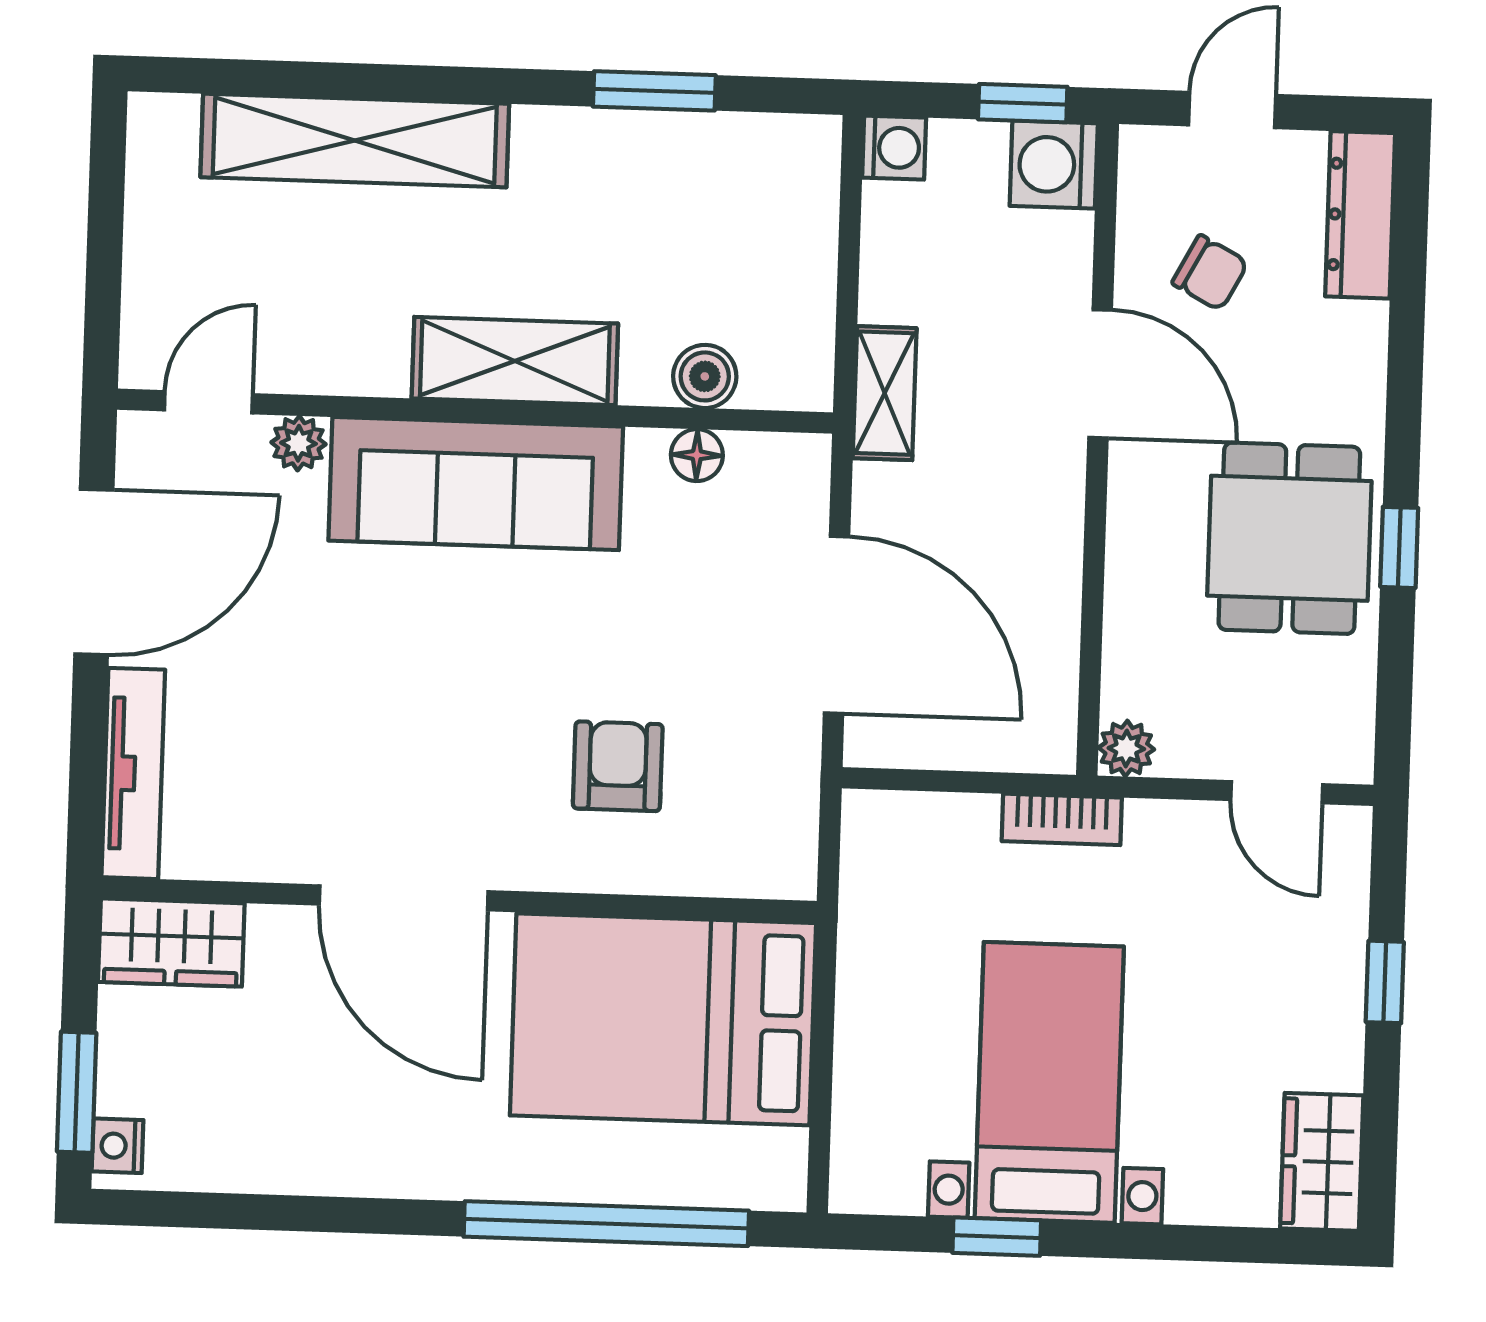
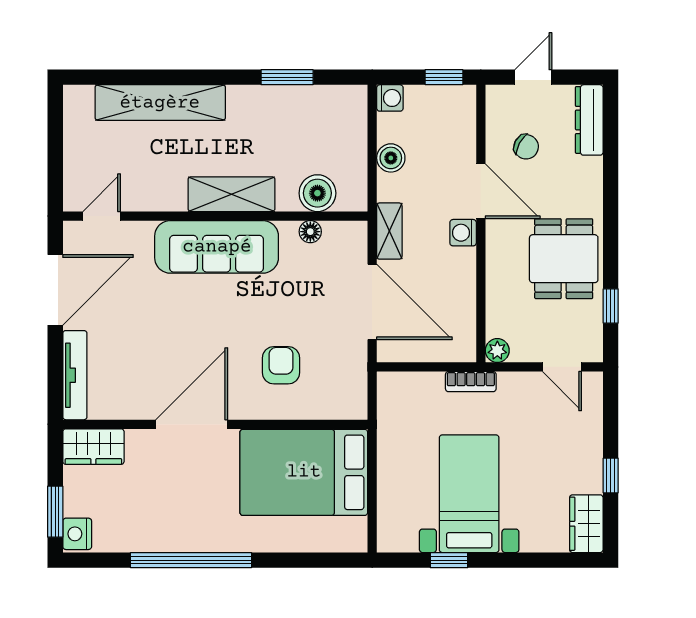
washing machine: (1054, 165) -> (463, 233), moved, width x0.73, depth x0.73
boiler: (892, 288) -> (391, 158), added
boiler: (705, 376) -> (317, 193), width x1.36, depth x1.36
shelving: (885, 393) -> (389, 231), moved
plant: (298, 443) -> (141, 232), removed
window: (1399, 547) -> (611, 306), moved
door: (404, 898) -> (192, 424), swing flipped
window: (1385, 982) -> (611, 476), moved
nightstand: (118, 1146) -> (77, 534), width x1.39, depth x1.35
window: (606, 1224) -> (191, 560), moved

